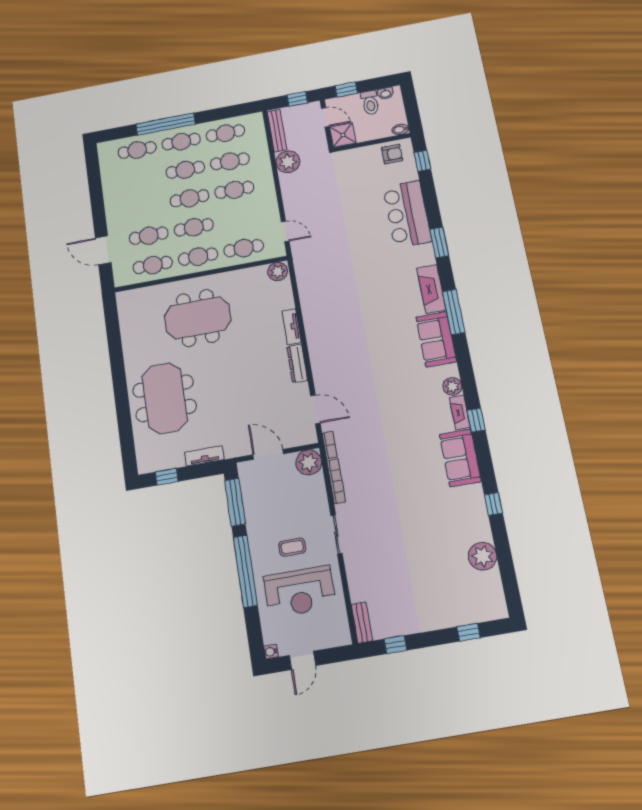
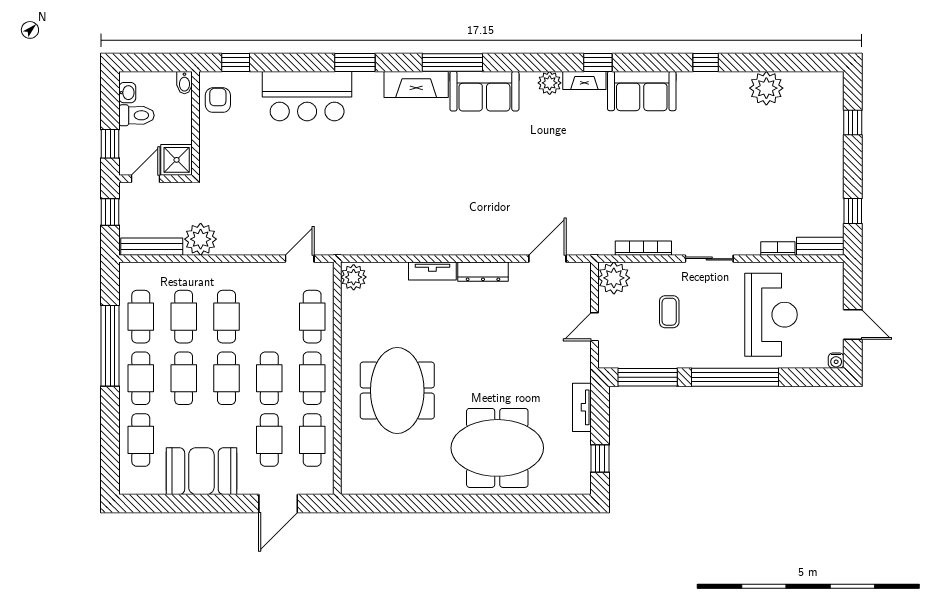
window: (166, 124) -> (110, 346), moved
booth: (120, 194) -> (201, 471), added
bookcase: (330, 445) -> (778, 248), moved
door: (268, 454) -> (594, 327), width x0.73
coffee table: (292, 547) -> (669, 312), moved

